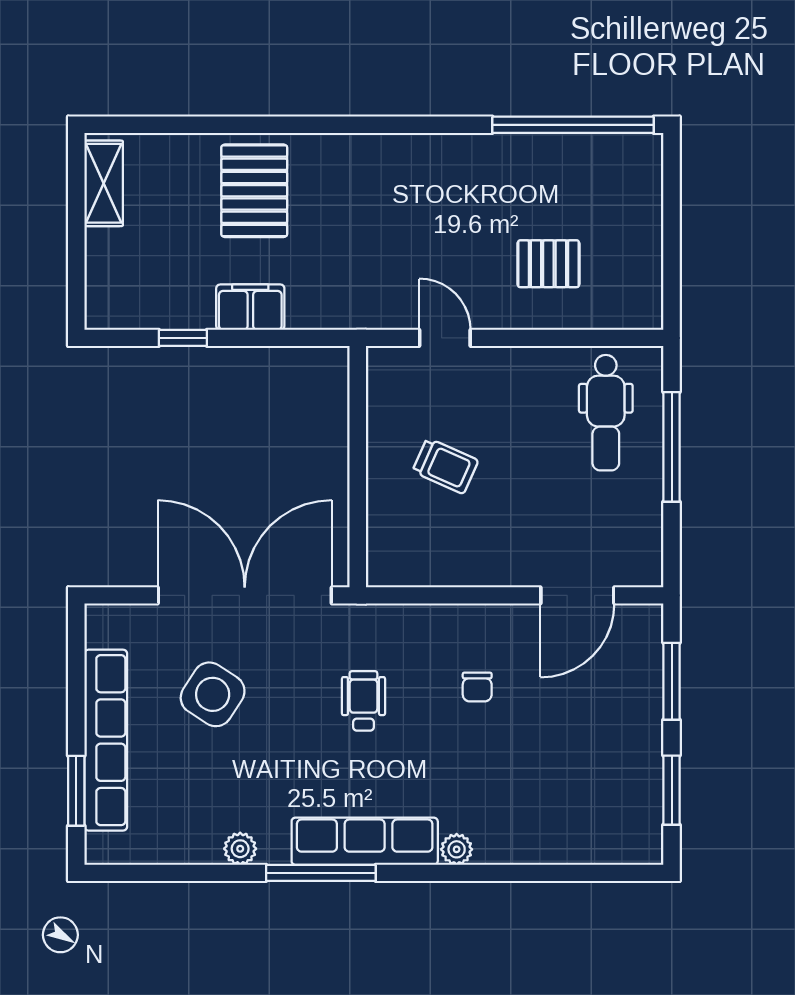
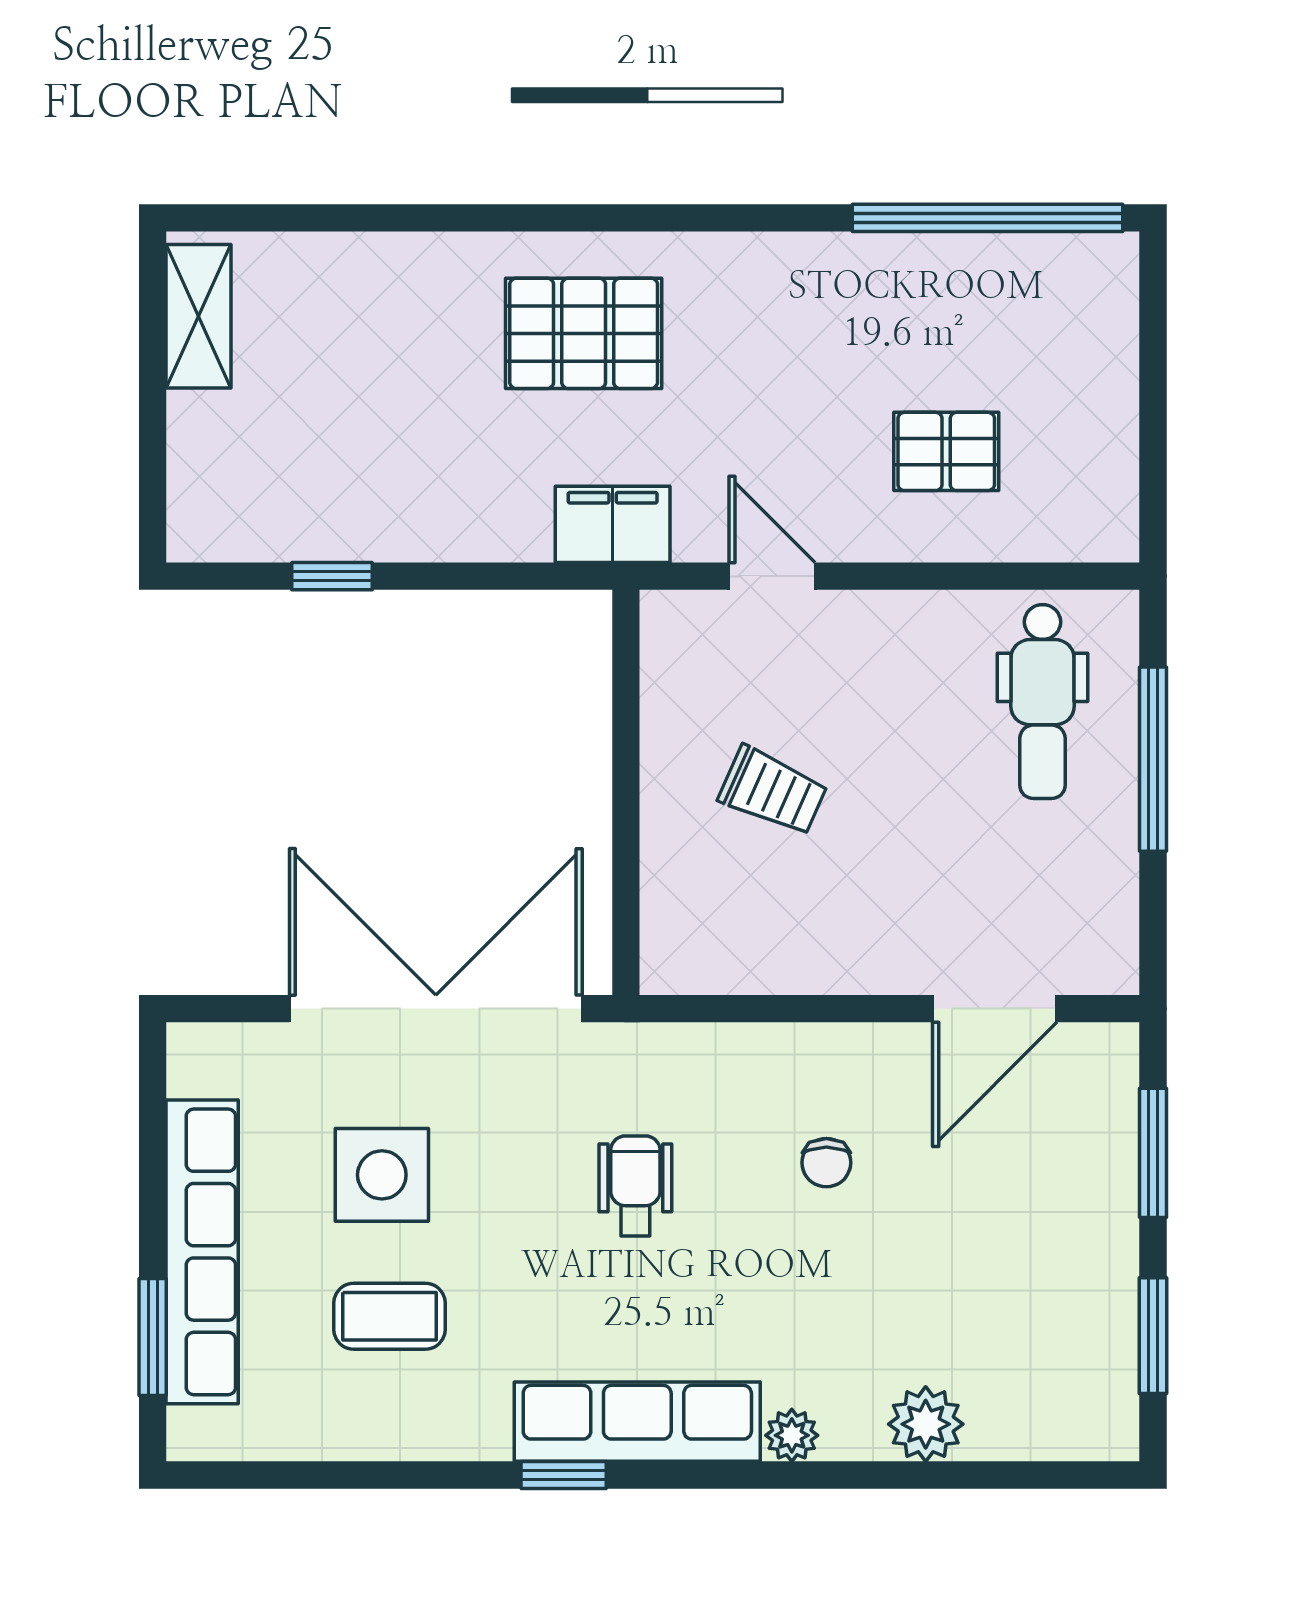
pallet: (254, 191) -> (584, 333), moved, turned 90
filing cabinet: (250, 307) -> (613, 524), moved
side table: (213, 694) -> (382, 1175), turned -33
coffee table: (217, 778) -> (389, 1316), added
plant: (240, 849) -> (926, 1424), moved, width x1.38, depth x1.38
window: (321, 873) -> (564, 1475), width x0.46

